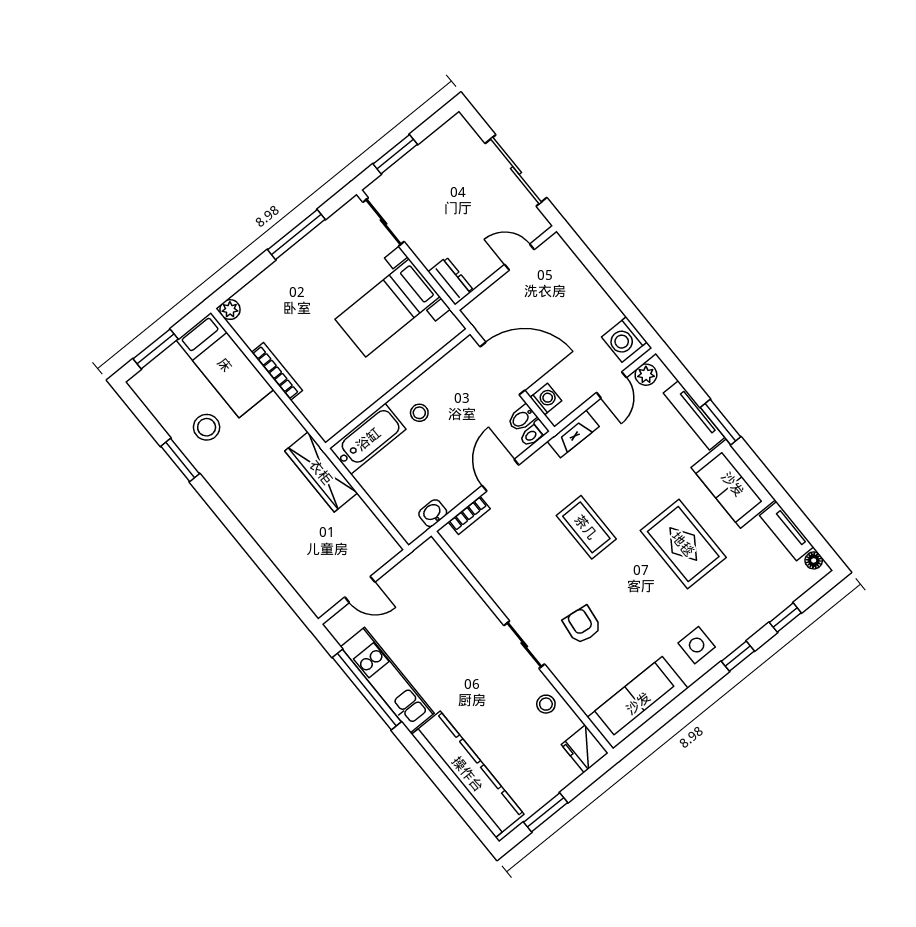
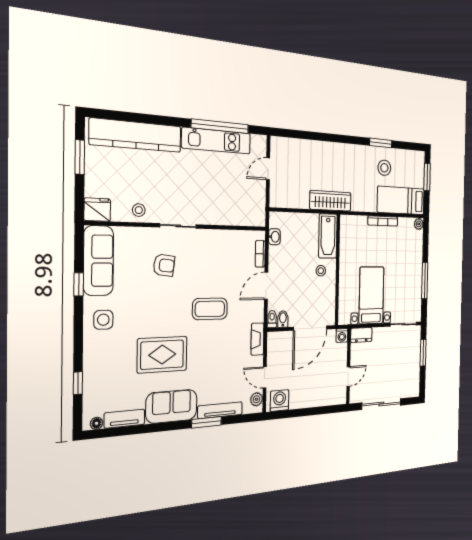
washing machine: (546, 399) -> (342, 335), moved
door: (500, 475) -> (266, 286), swing flipped
window: (738, 656) -> (79, 284), moved

